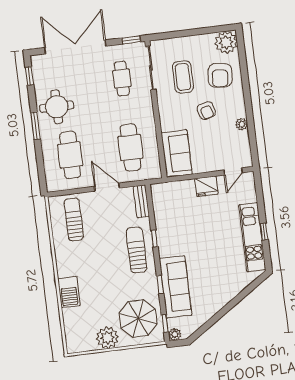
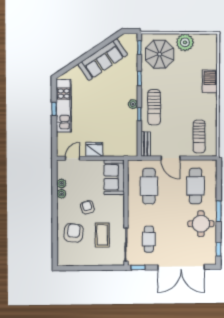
plant: (226, 42) -> (61, 183), moved, width x0.53, depth x0.53
sofa: (175, 287) -> (103, 59), moved, turned -124
plant: (175, 334) -> (133, 104), moved

